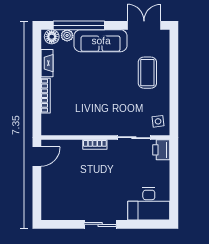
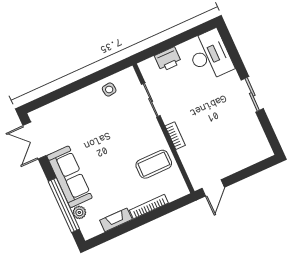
floor lamp: (52, 37) -> (88, 227), removed
coffee table: (147, 73) -> (154, 164), moved
side table: (158, 121) -> (109, 89), moved
printer: (161, 150) -> (168, 59), moved
door: (37, 157) -> (213, 188), swing flipped

